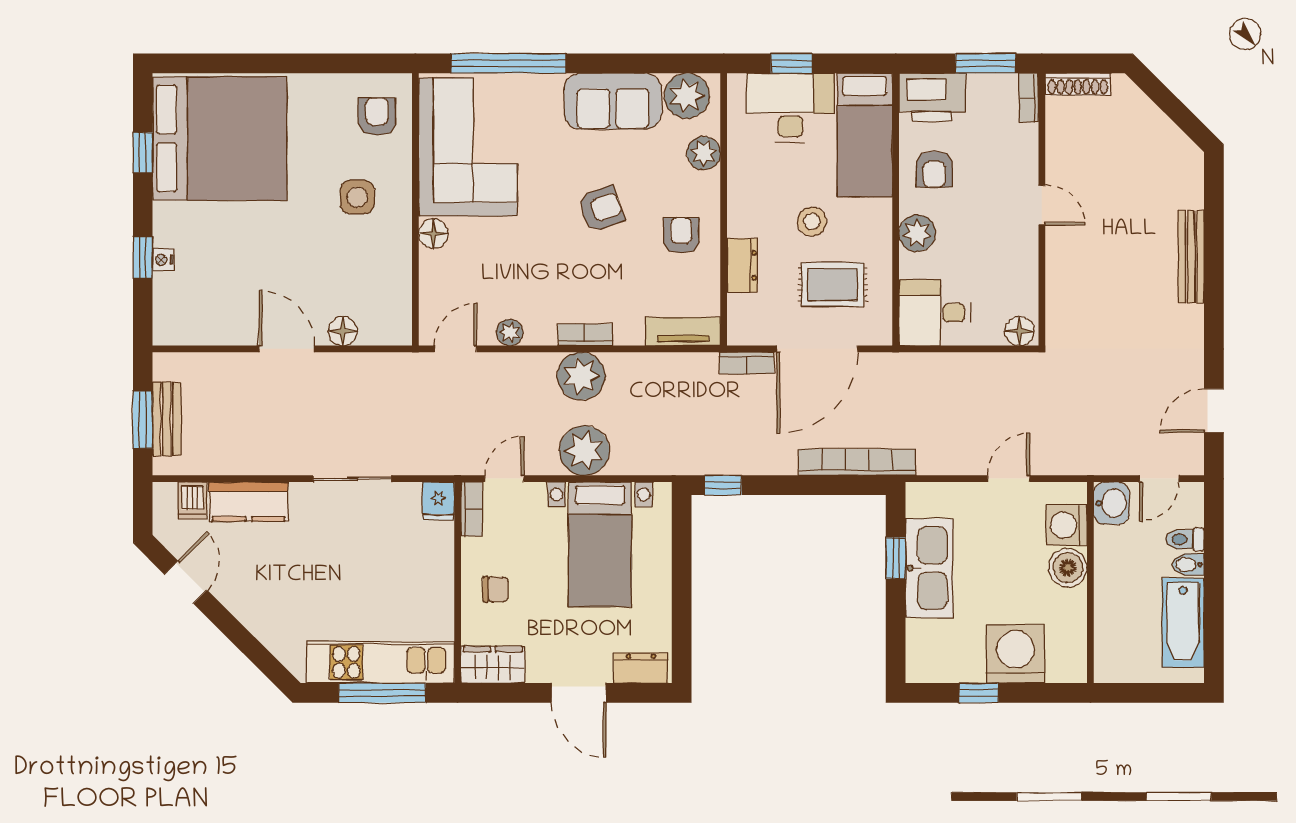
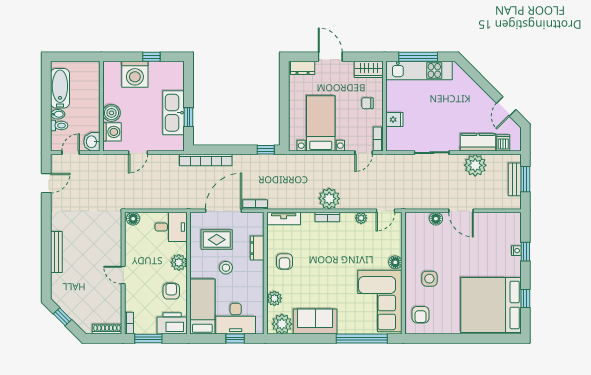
window: (1178, 112) -> (62, 317), added
armchair: (601, 209) -> (320, 273), removed
plant: (584, 451) -> (475, 165), moved
fridge: (438, 501) -> (394, 120), moved, turned 90

